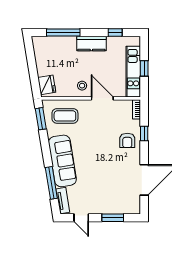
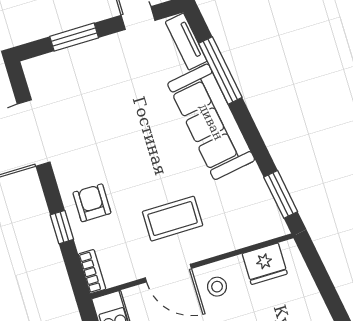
fridge: (47, 85) -> (265, 264), moved, turned -81
coffee table: (65, 116) -> (173, 219), moved

